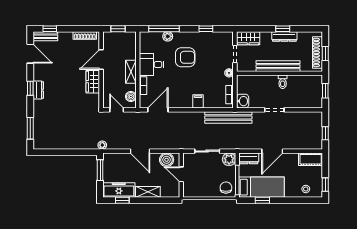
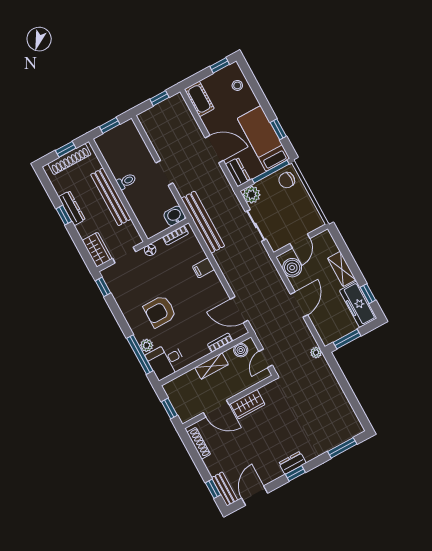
window: (206, 29) -> (103, 287), moved
armchair: (185, 57) -> (160, 311), turned -90
desk: (152, 64) -> (166, 361), moved, turned 90

